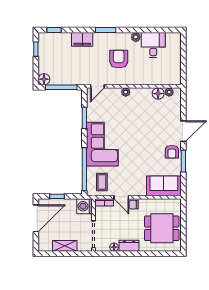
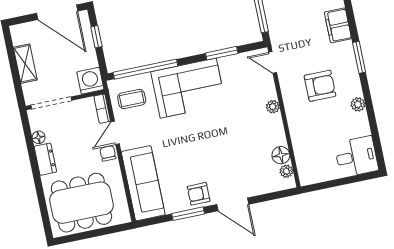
desk: (153, 45) -> (356, 157), moved
sofa: (164, 186) -> (143, 183), width x1.36
dining table: (162, 228) -> (81, 203), width x1.38

